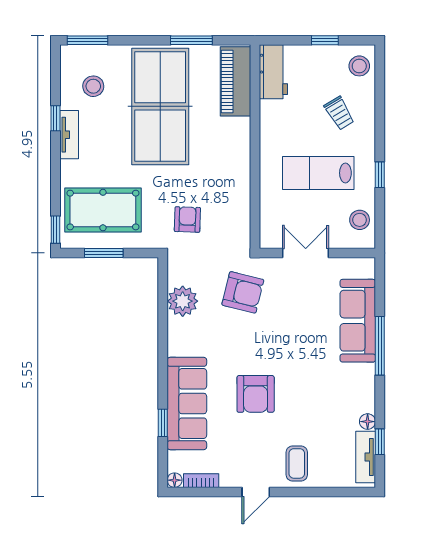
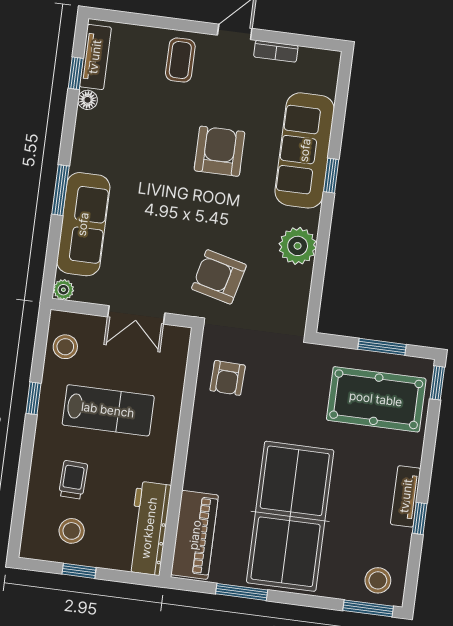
stool: (359, 66) -> (72, 531), moved
workbench: (273, 72) -> (149, 528), width x1.38
stool: (93, 86) -> (378, 580), moved
trolley: (339, 113) -> (73, 480), turned 33
armchair: (187, 220) -> (228, 378), moved
plant: (367, 266) -> (63, 290), added
plant: (183, 301) -> (298, 246), moved
window: (380, 346) -> (61, 190), width x0.69
window: (163, 423) -> (331, 176), moved
floor lamp: (175, 480) -> (332, 59), removed
bookcase: (201, 481) -> (276, 51), moved

